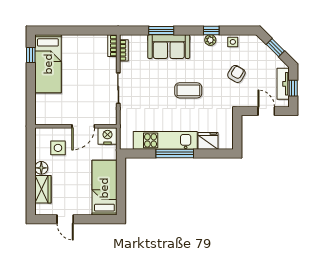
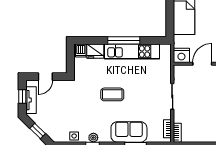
armchair: (236, 74) -> (71, 109), removed
door: (266, 111) -> (45, 77), hinge flipped
dishwasher: (225, 142) -> (81, 50), added

